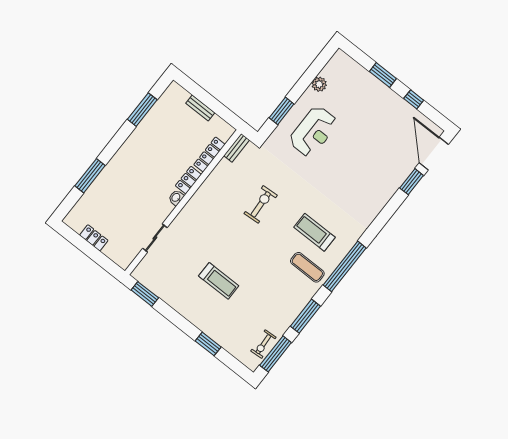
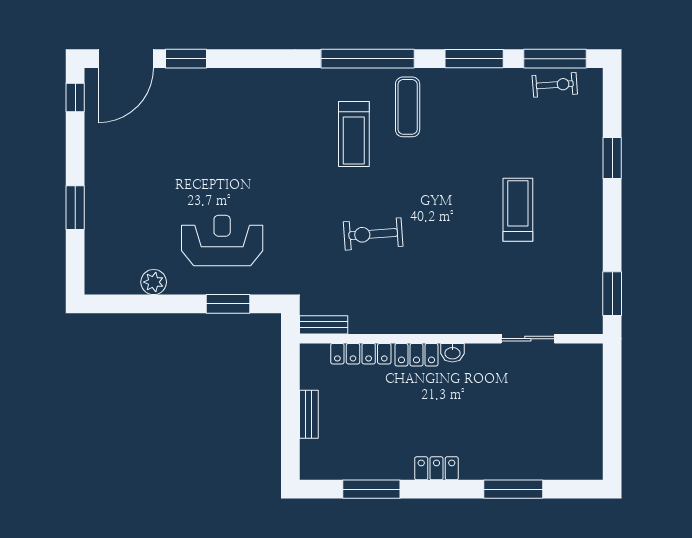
window: (414, 99) -> (75, 98), moved
locker: (94, 238) -> (436, 468), moved, turned 90

